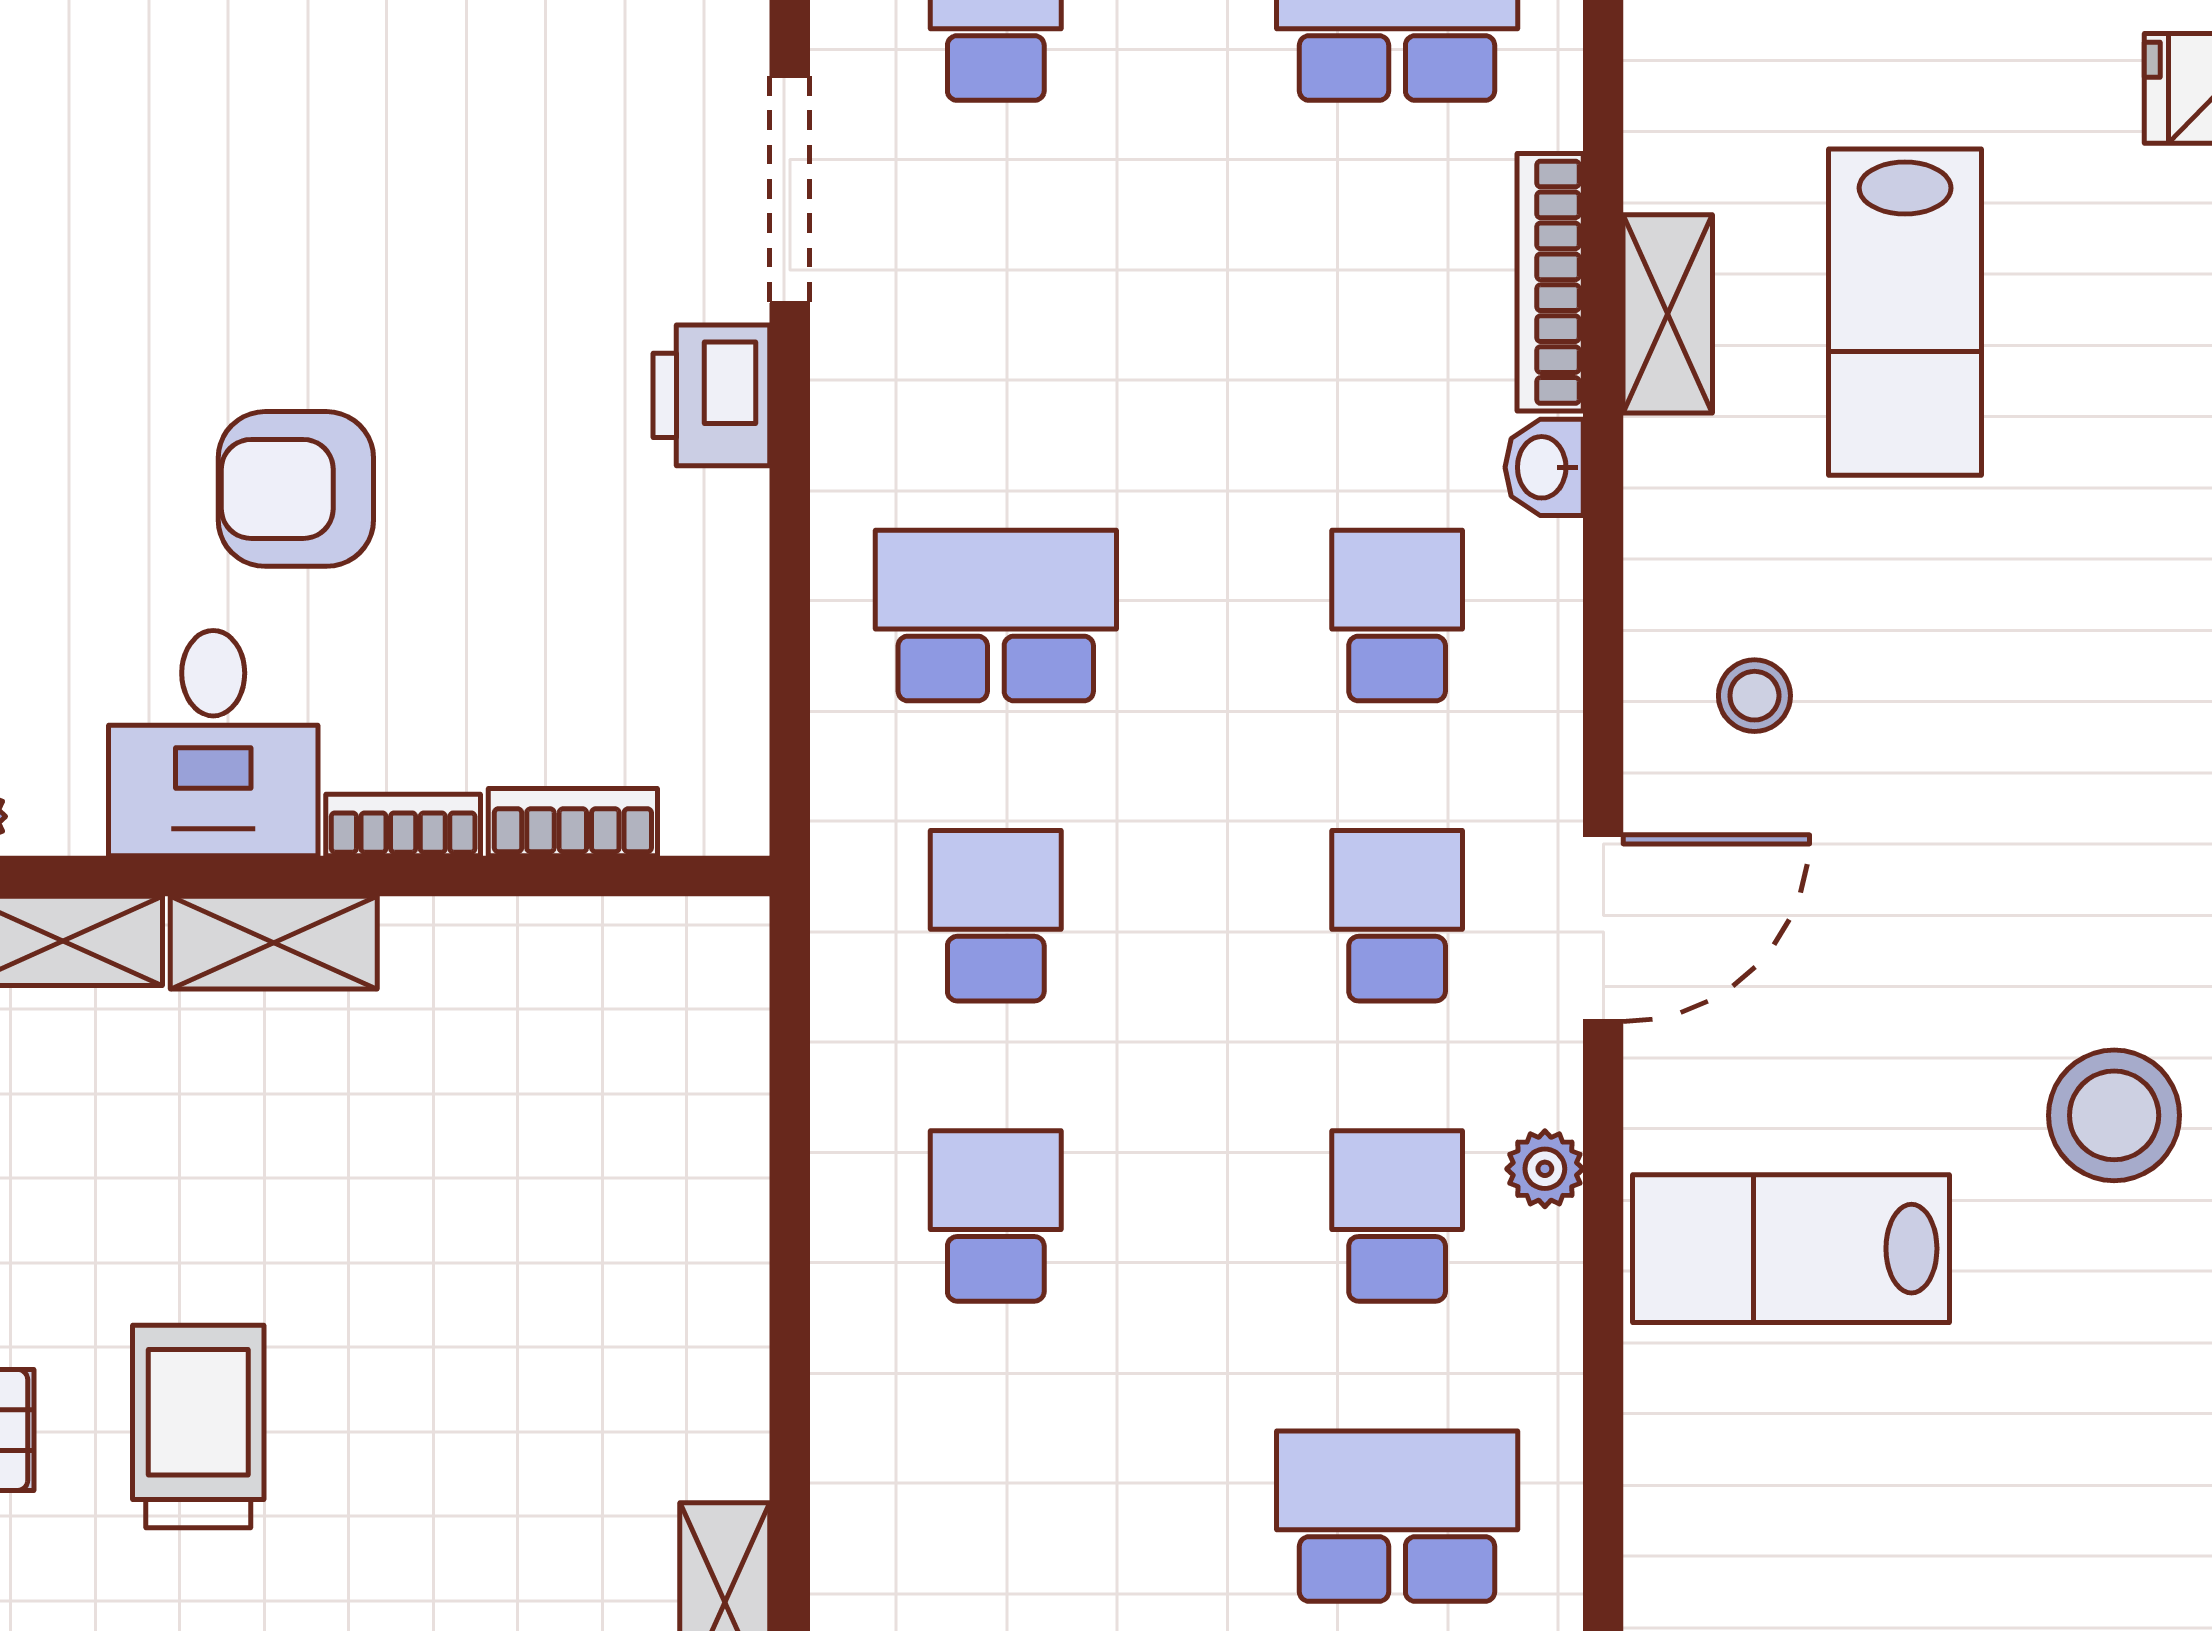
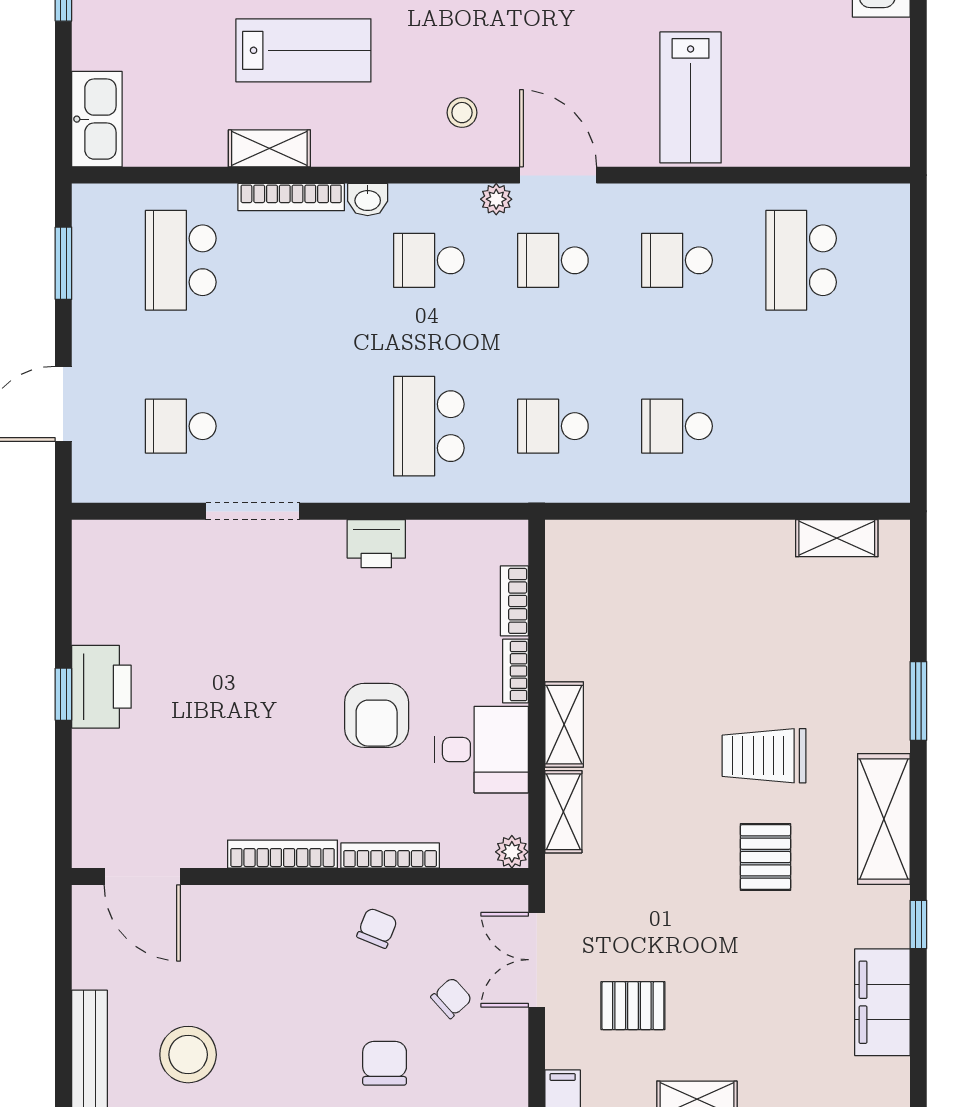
shelving: (1668, 314) -> (269, 148), moved
printer: (711, 395) -> (376, 544), moved
plant: (1545, 1169) -> (496, 199), moved

